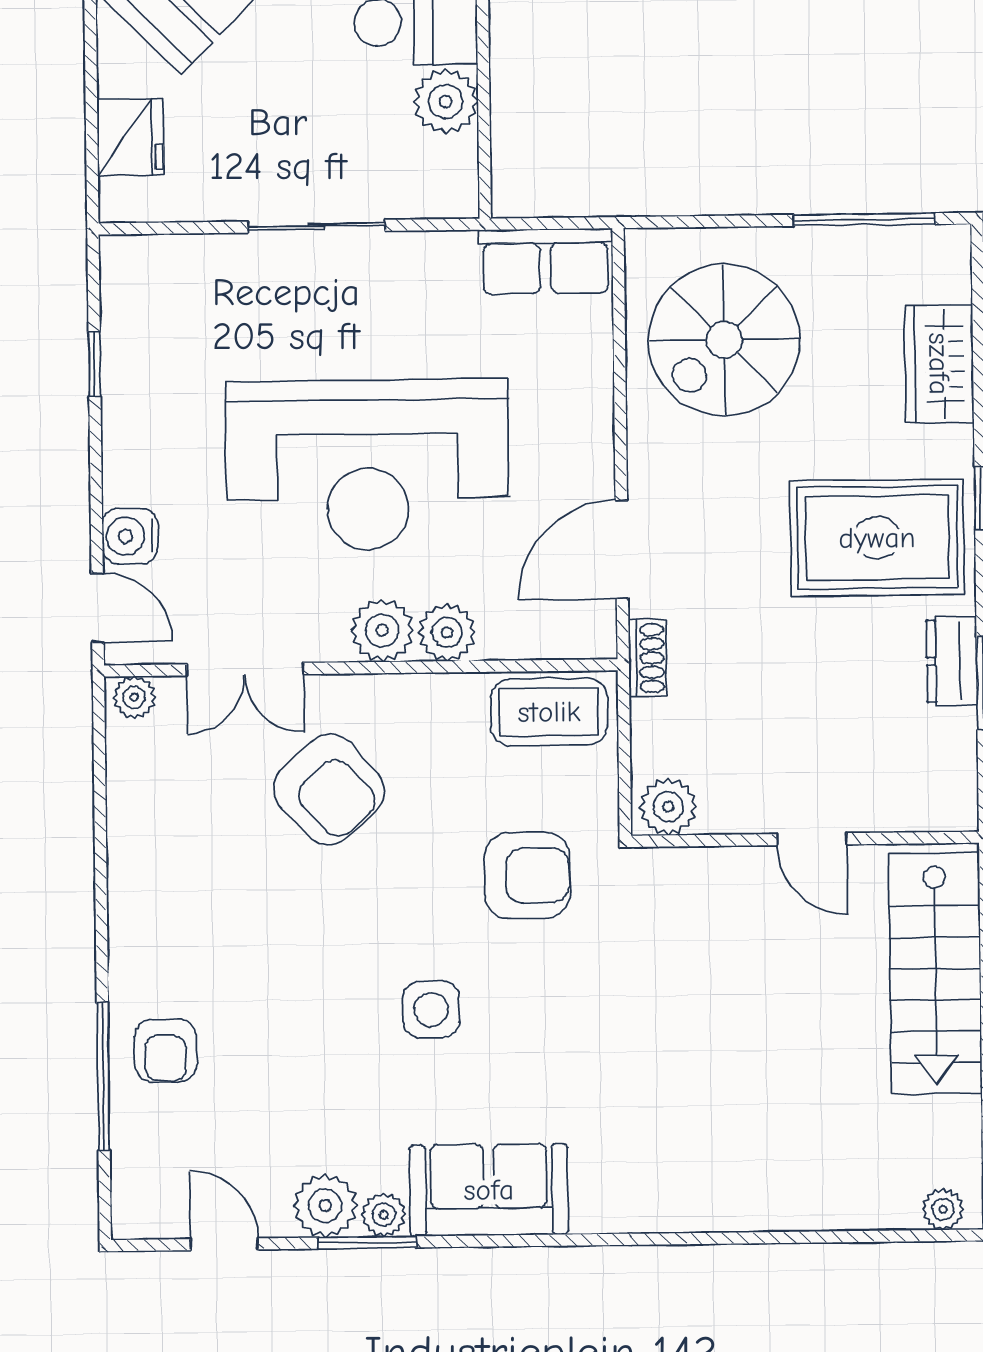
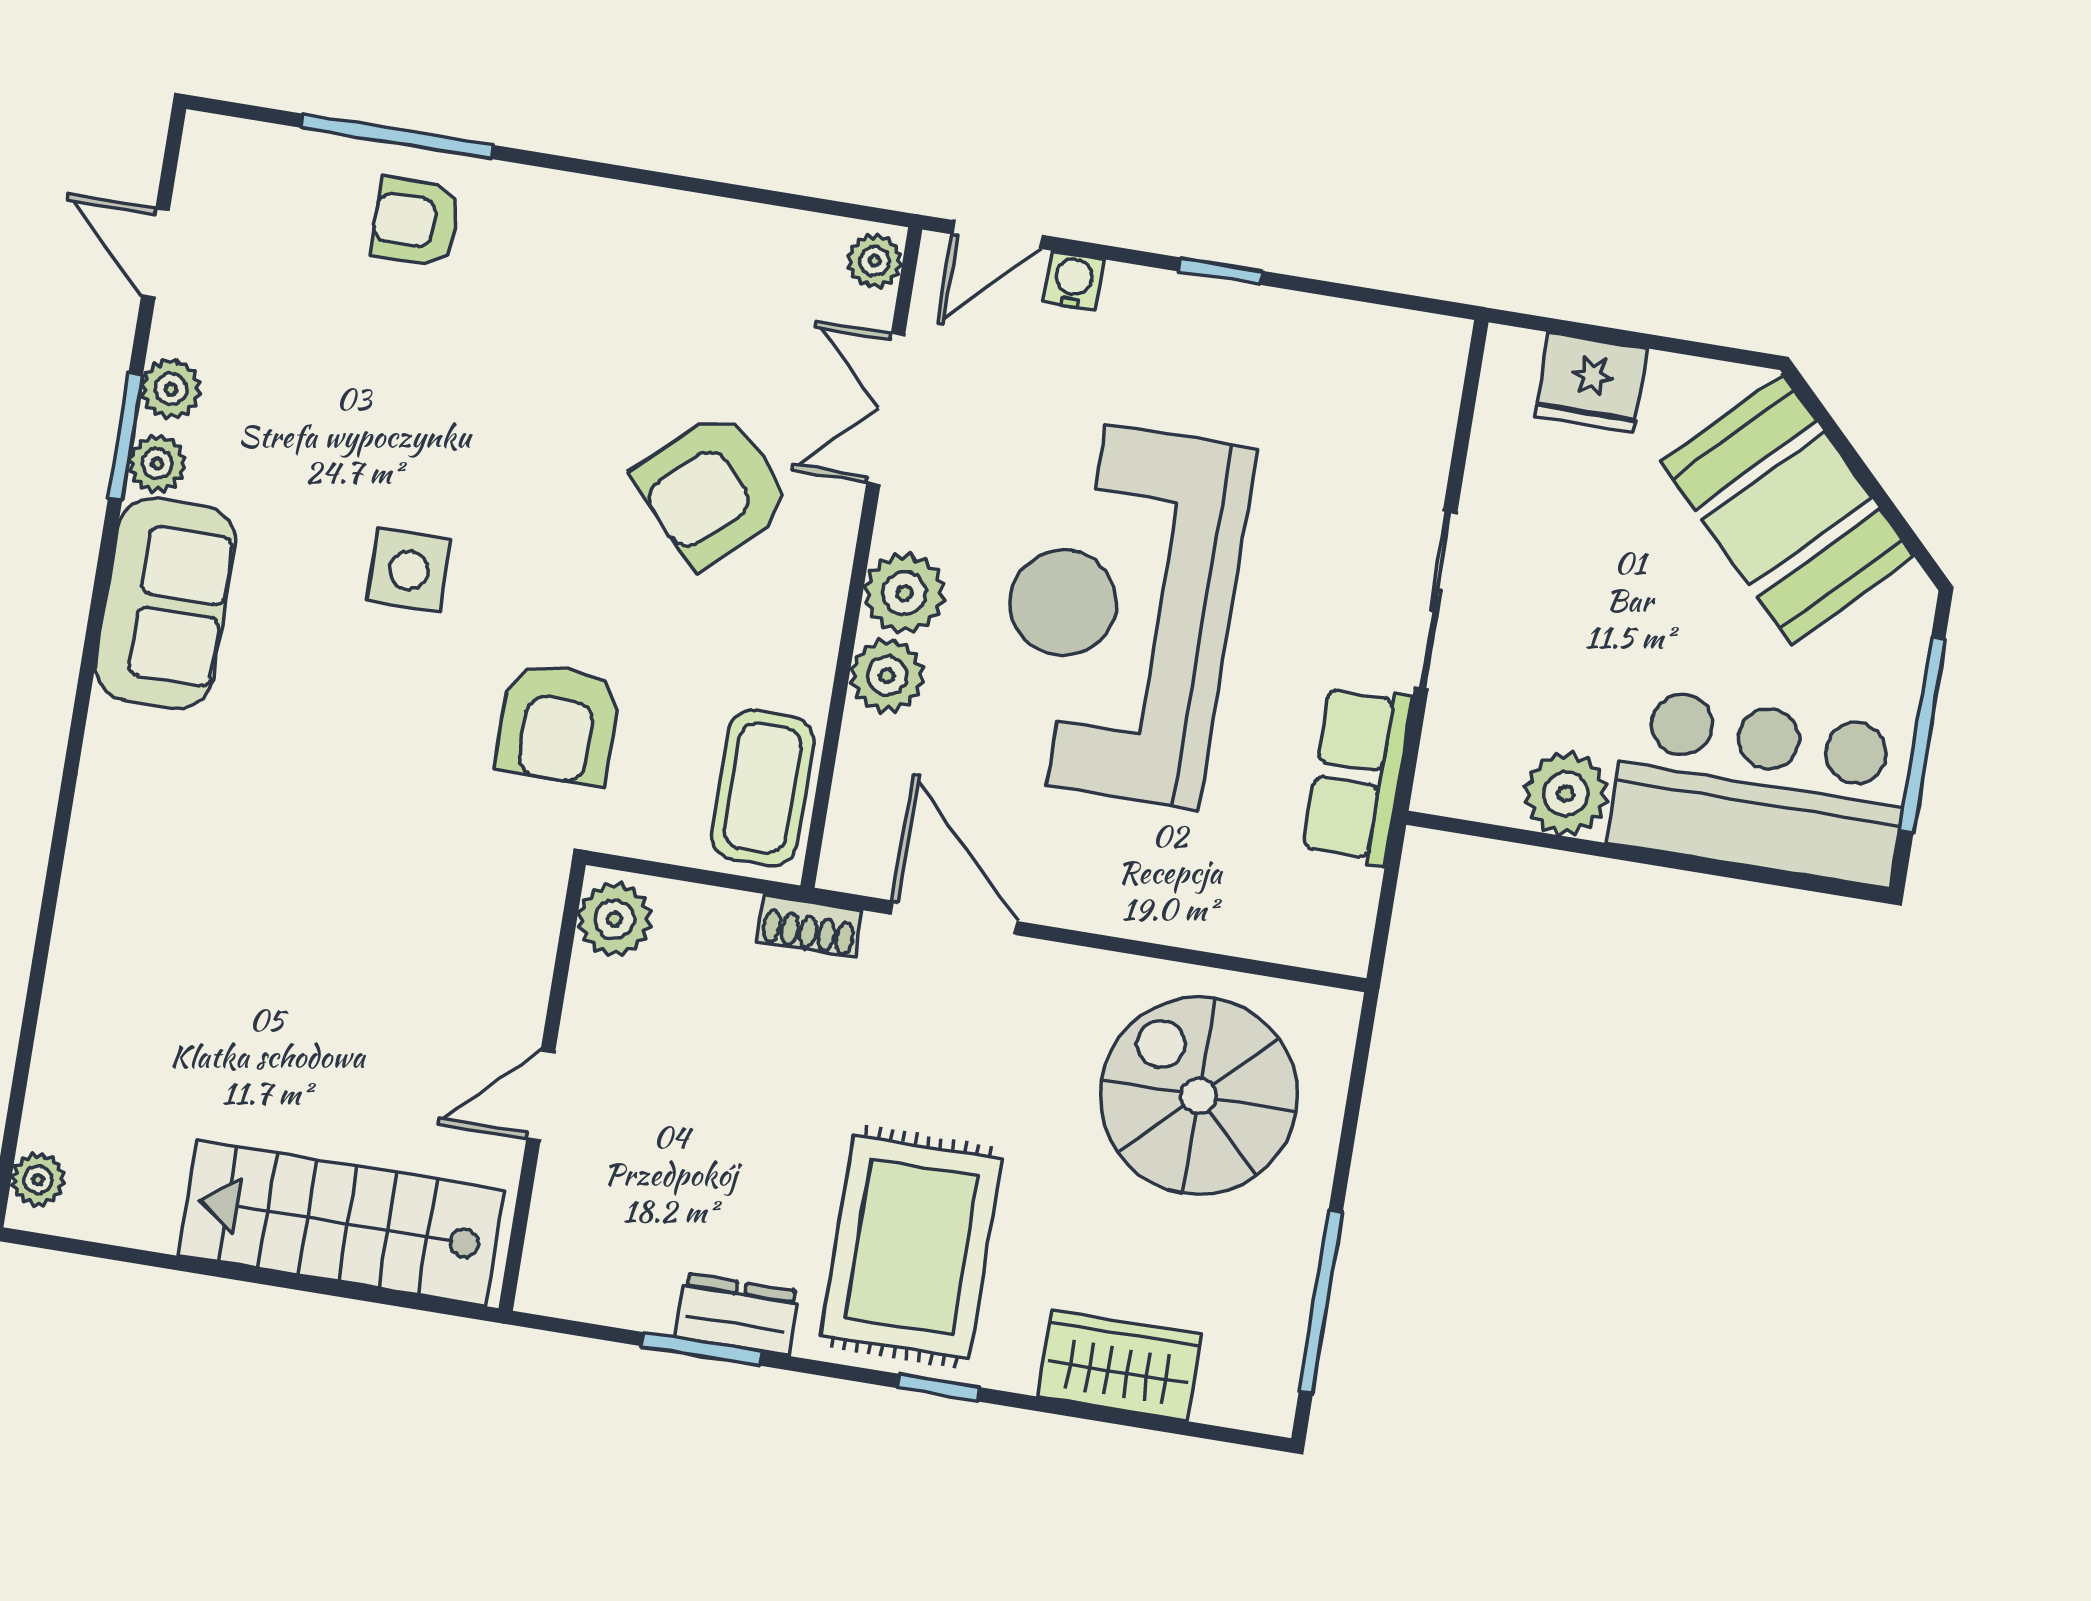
row of seats: (546, 261) -> (1357, 775), moved
window: (95, 364) -> (1220, 271), moved
water cooler: (130, 536) -> (1073, 281), width x0.72, depth x0.72
plant: (325, 1206) -> (171, 389), width x0.73, depth x0.73
door: (224, 1244) -> (155, 253), swing flipped

